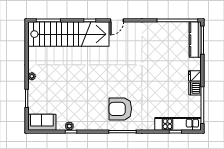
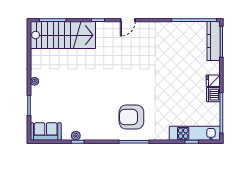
stairs: (68, 34) -> (63, 35), width x0.73

